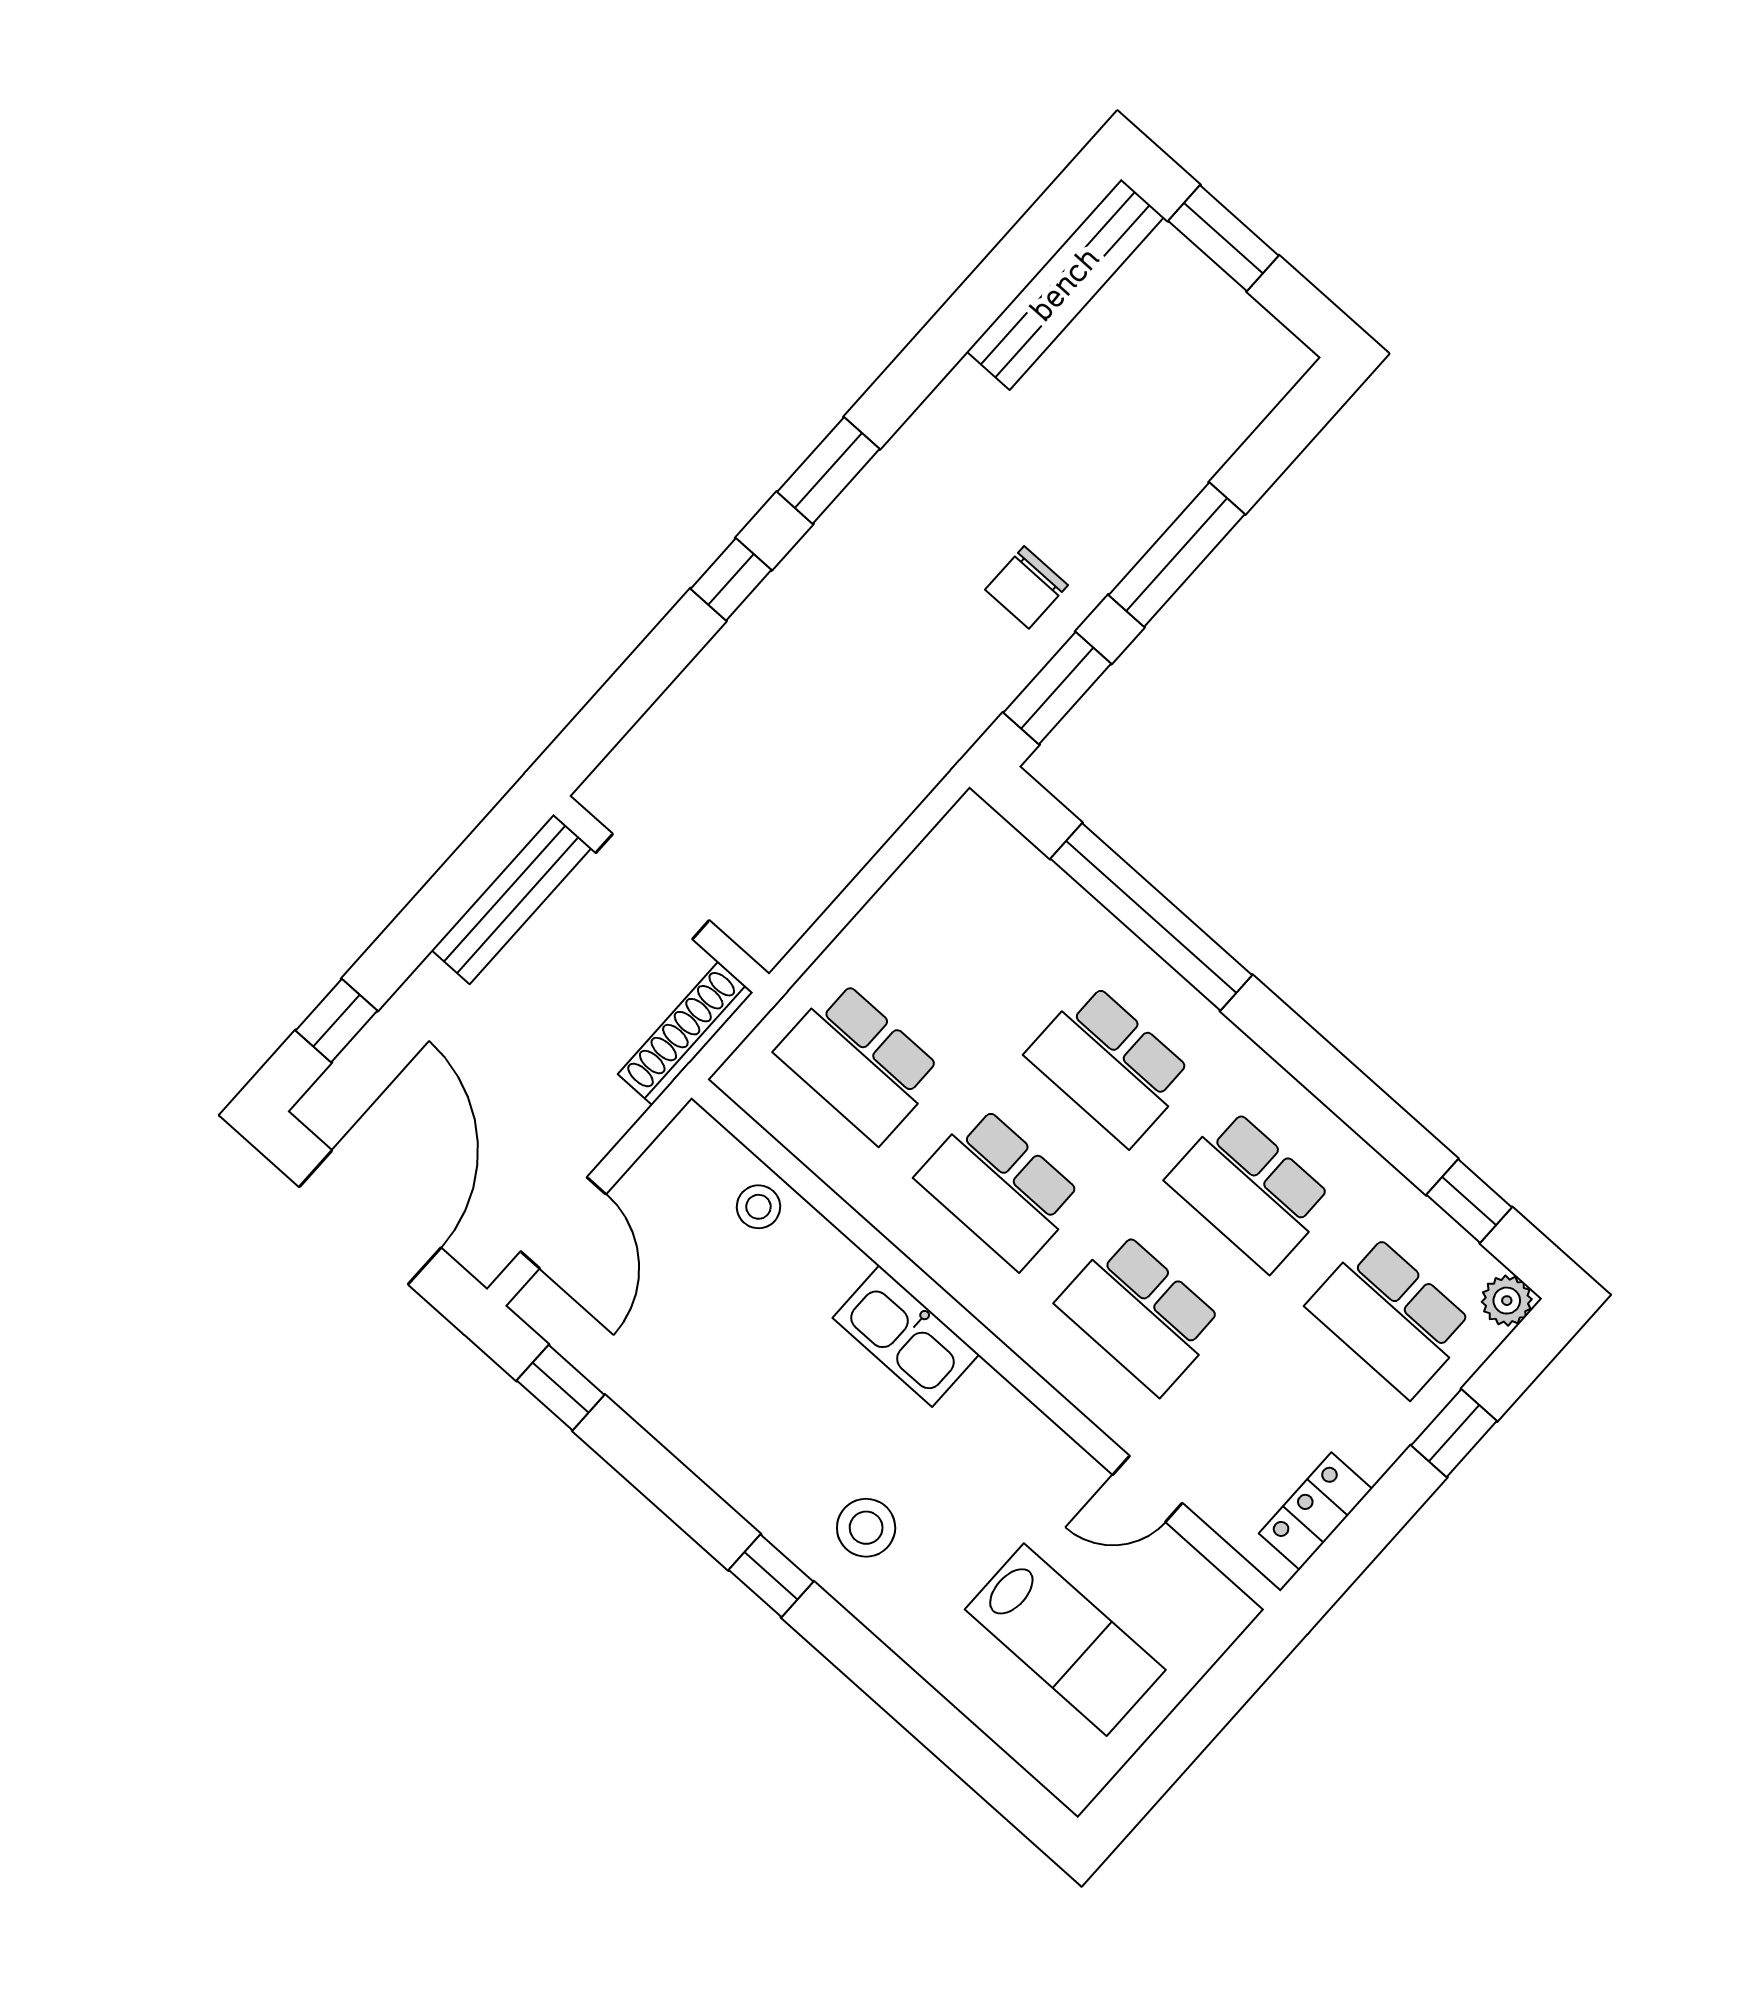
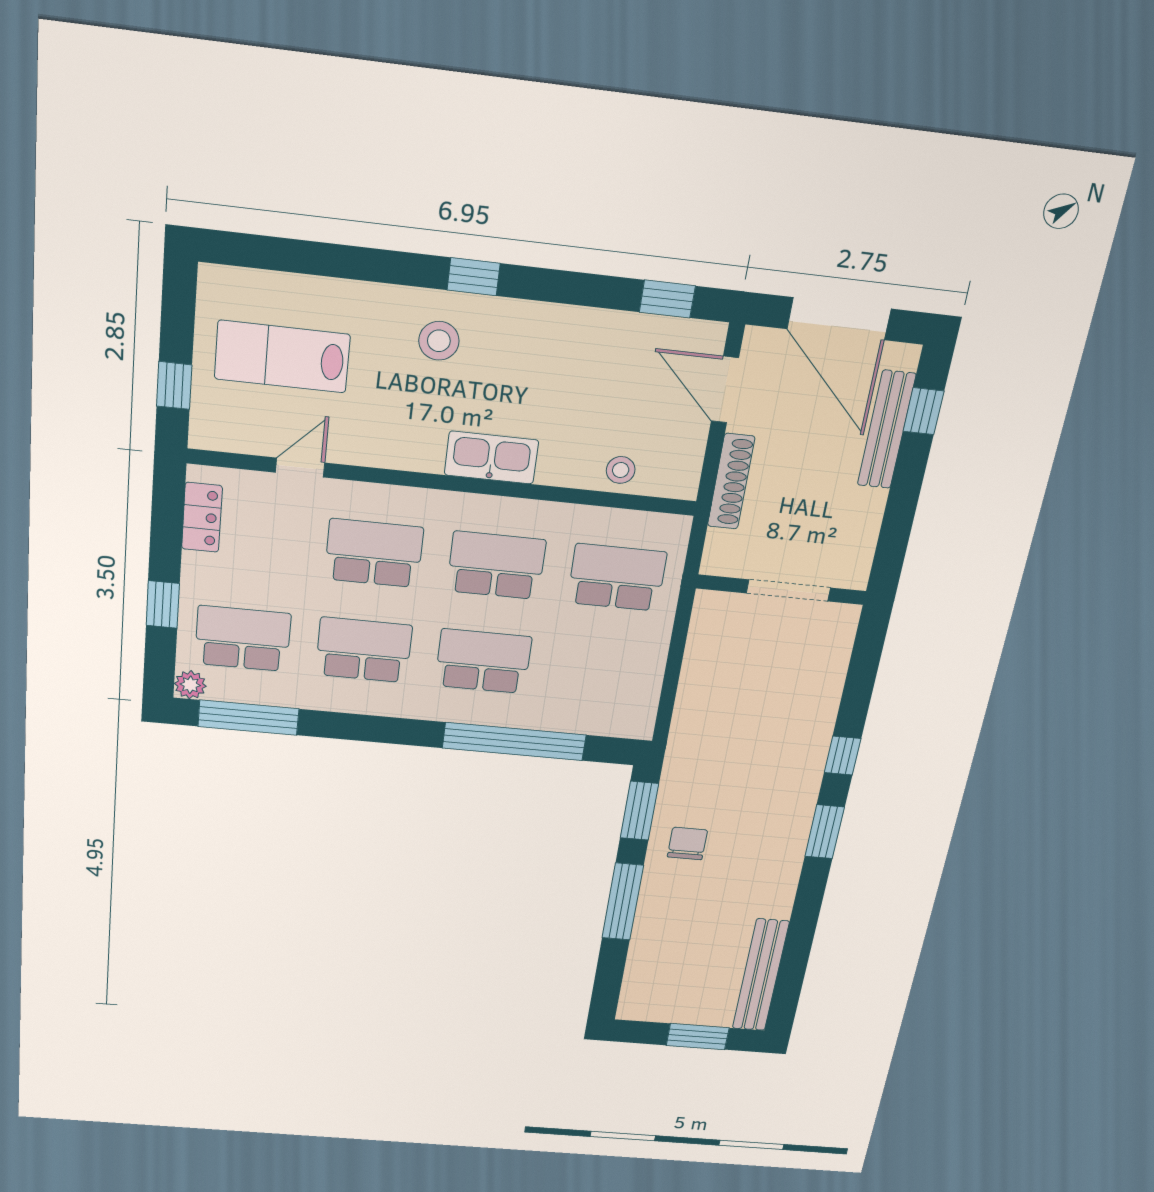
bench: (511, 899) -> (887, 430), moved
shoe rack: (685, 1033) -> (731, 481), moved
window: (1469, 1201) -> (249, 718), width x2.17
window: (1219, 1696) -> (174, 385), added

